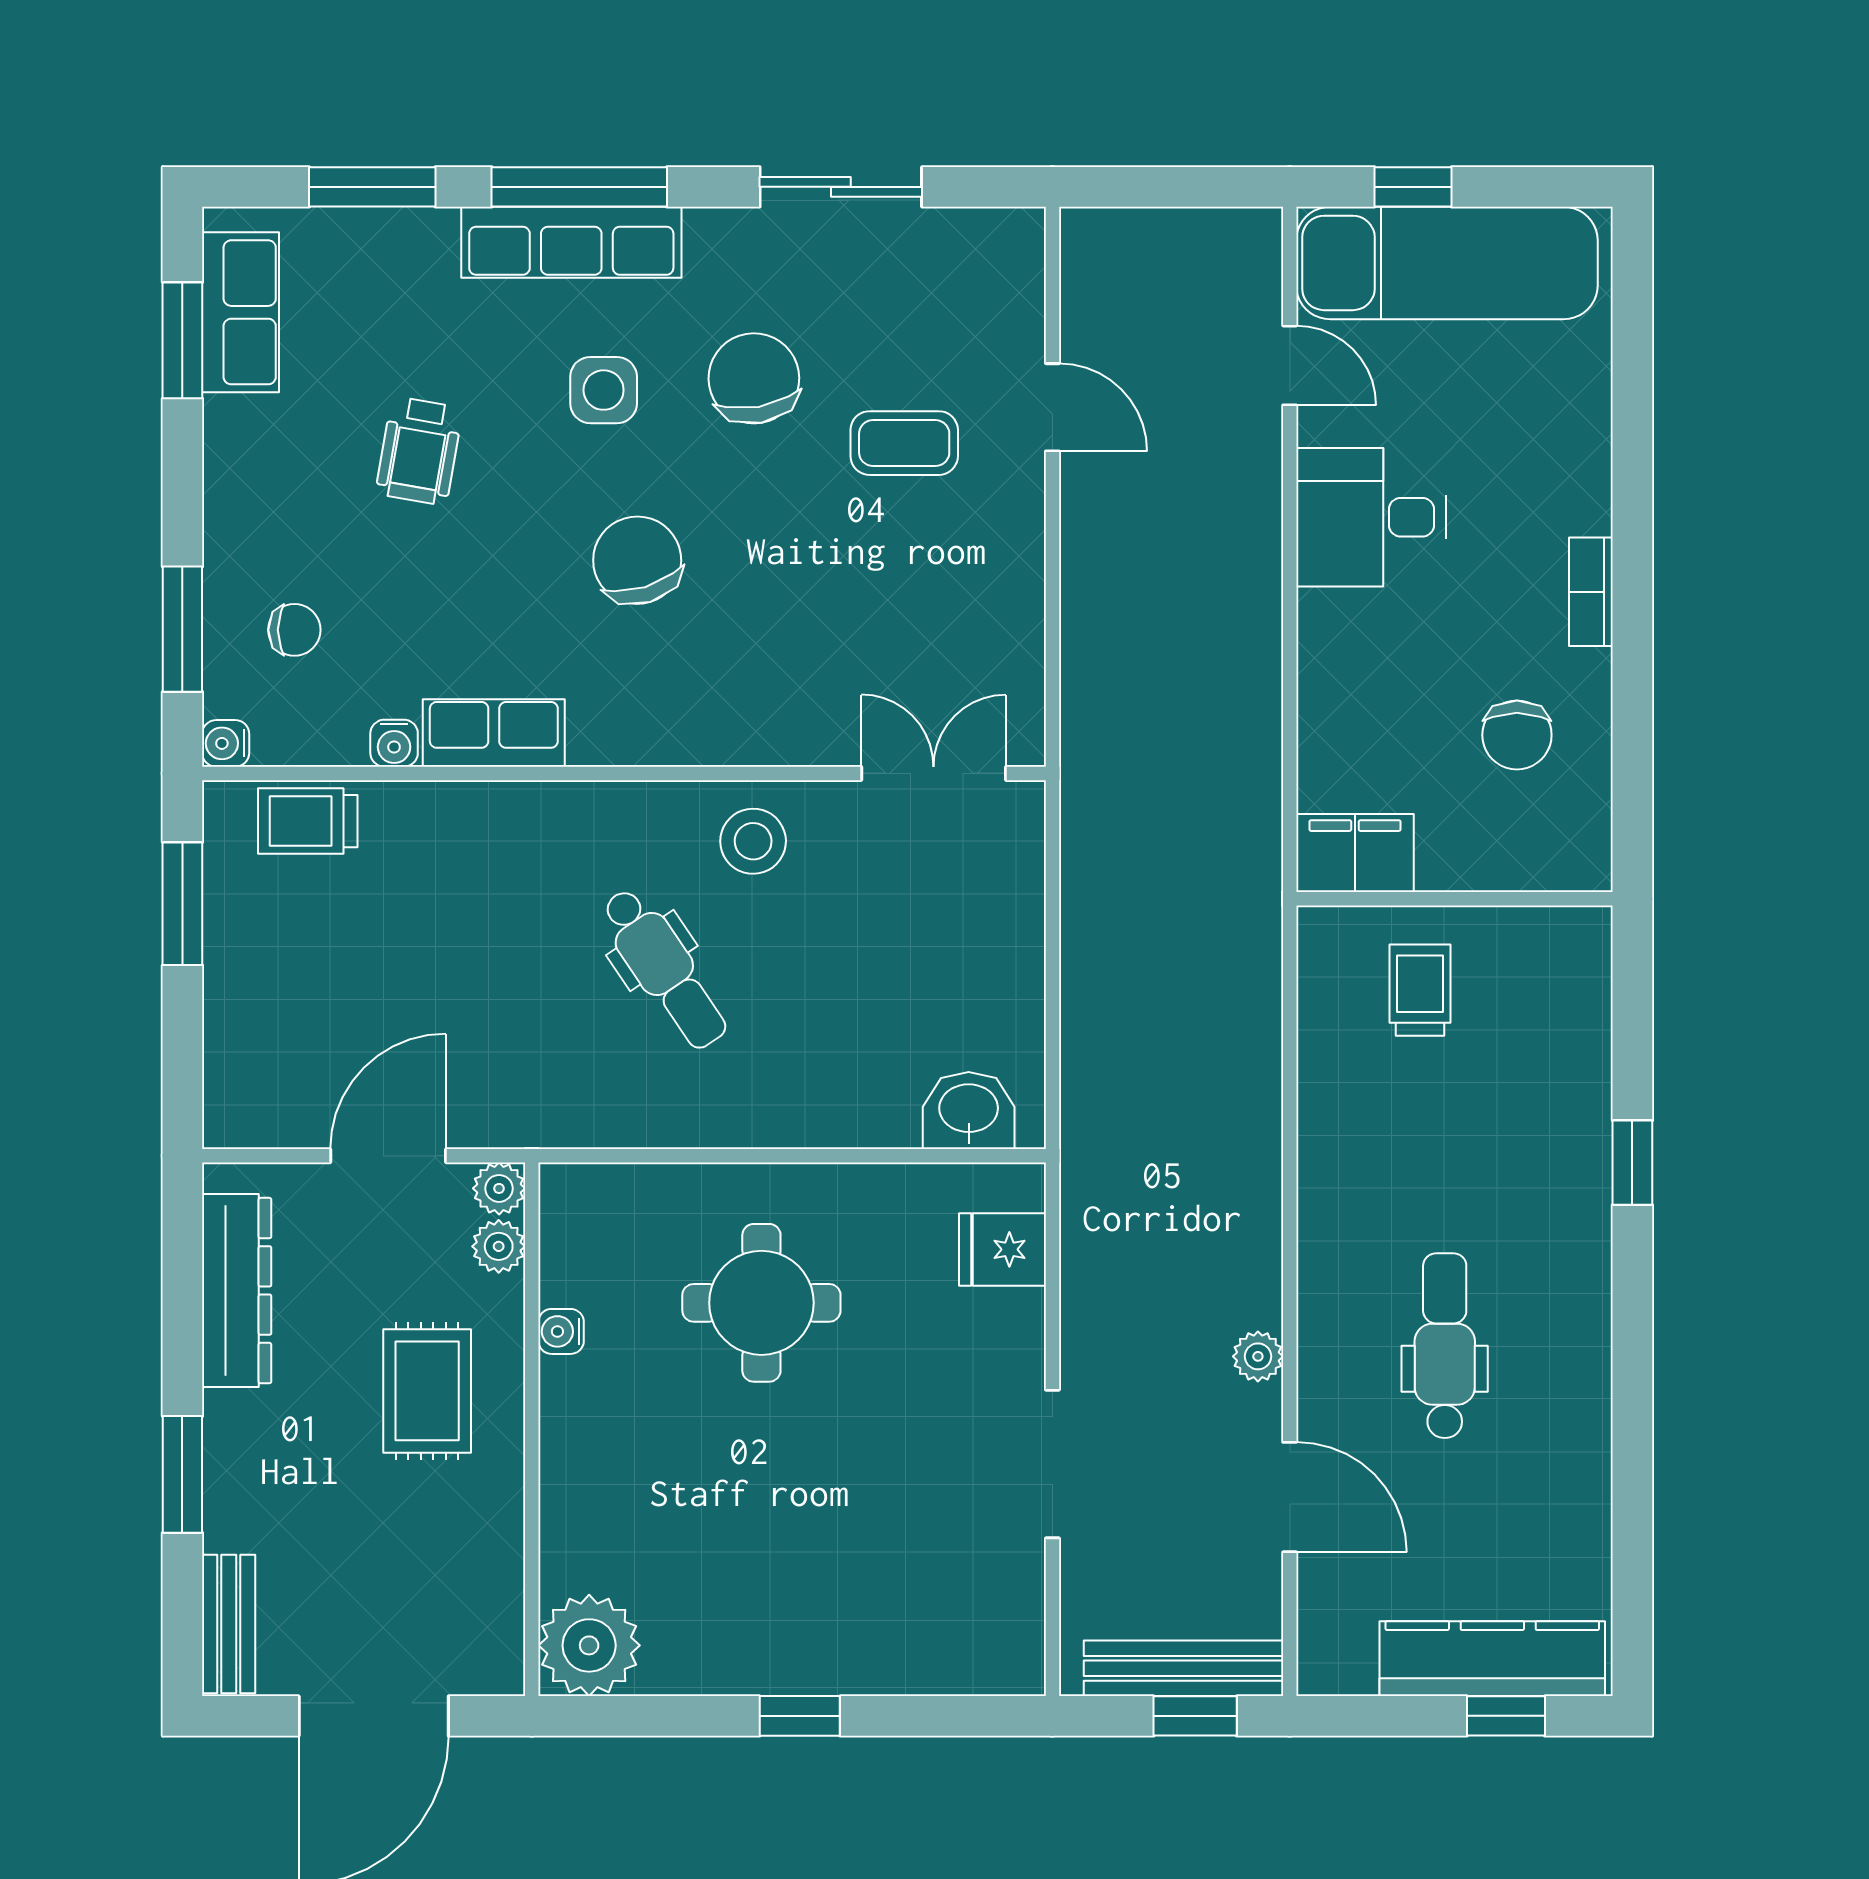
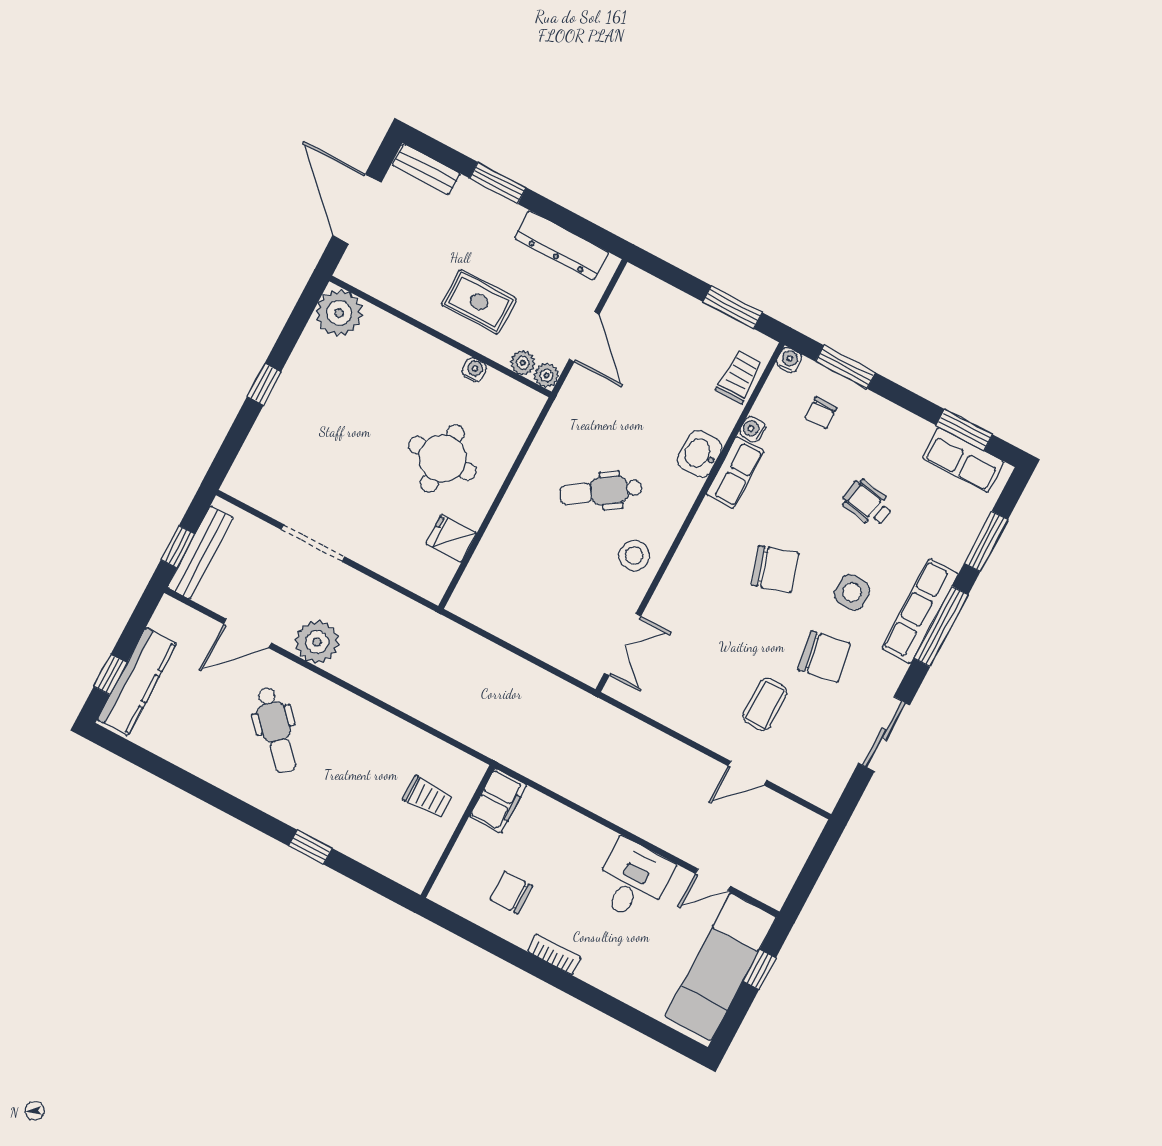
washbasin: (969, 1110) -> (700, 454), moved, turned 180
fridge: (1002, 1249) -> (451, 538), moved, turned -90
dental chair: (1445, 1346) -> (276, 730), turned 47
plant: (1258, 1356) -> (317, 642), width x1.87, depth x1.87

